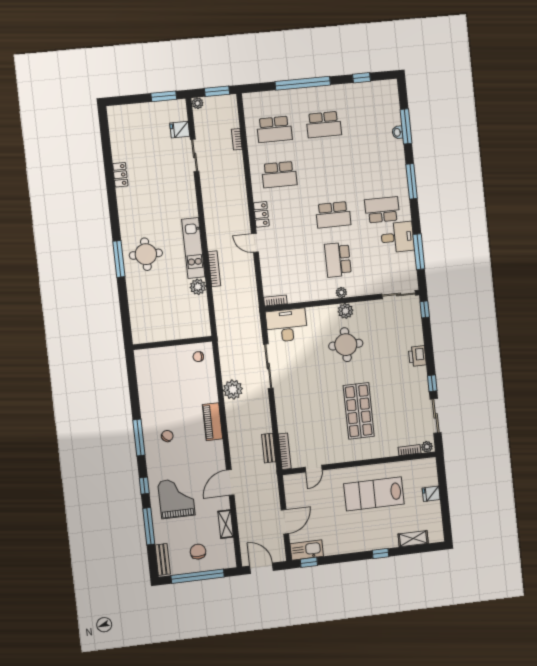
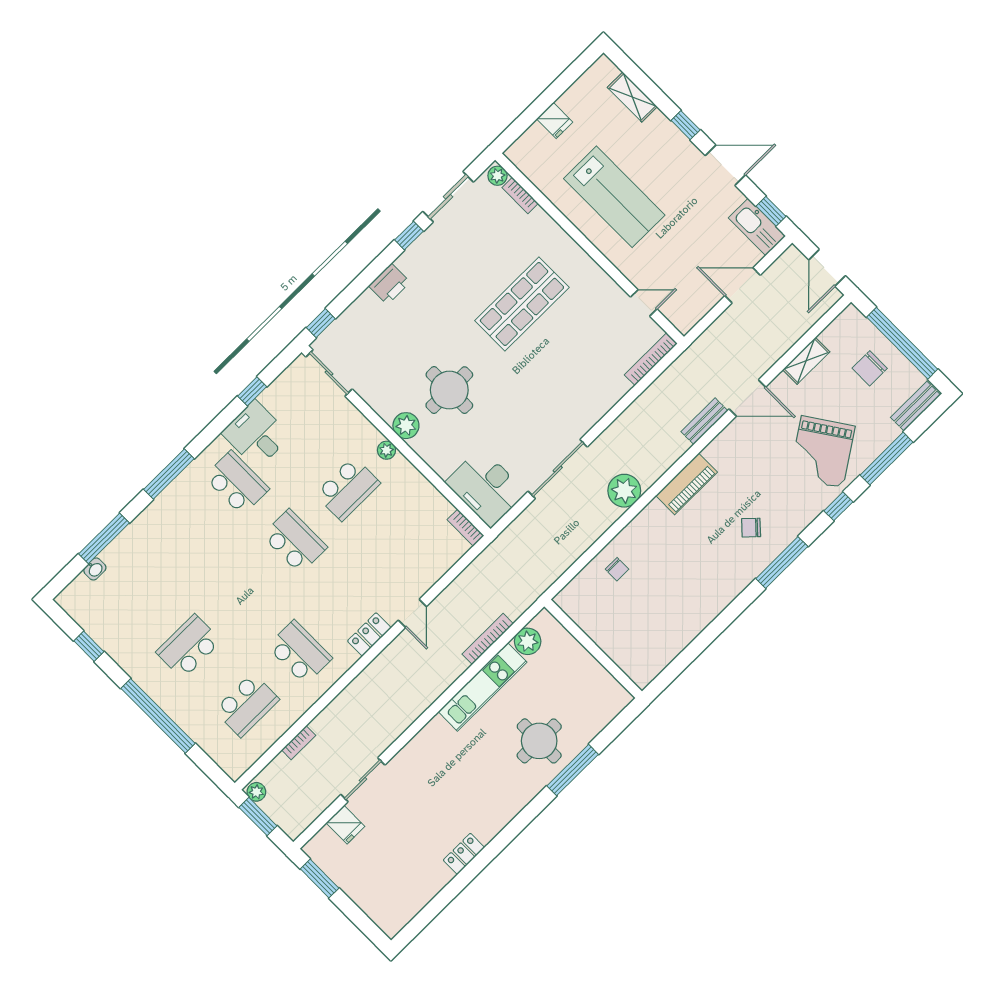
plant: (197, 103) -> (256, 792), moved
school desk: (324, 125) -> (189, 647), turned -90
school desk: (274, 129) -> (247, 705), turned 90
washbasin: (397, 132) -> (95, 569), moved
school desk: (382, 210) -> (237, 483), turned 180
window: (419, 252) -> (252, 391), width x0.46
wall: (172, 343) -> (593, 649), moved
bench: (269, 448) -> (704, 421), moved
grand piano: (176, 498) -> (822, 452), turned -34
door: (347, 558) -> (725, 165), added

